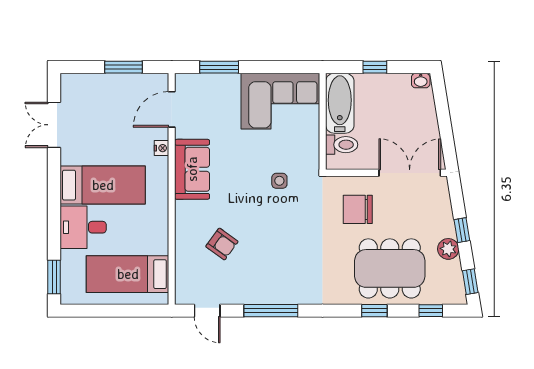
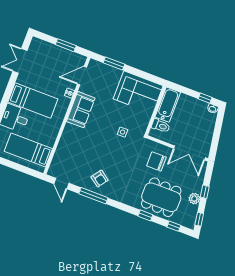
window: (375, 67) -> (205, 98), moved
double door: (410, 173) -> (190, 153), swing flipped
armchair: (222, 244) -> (100, 179), moved

